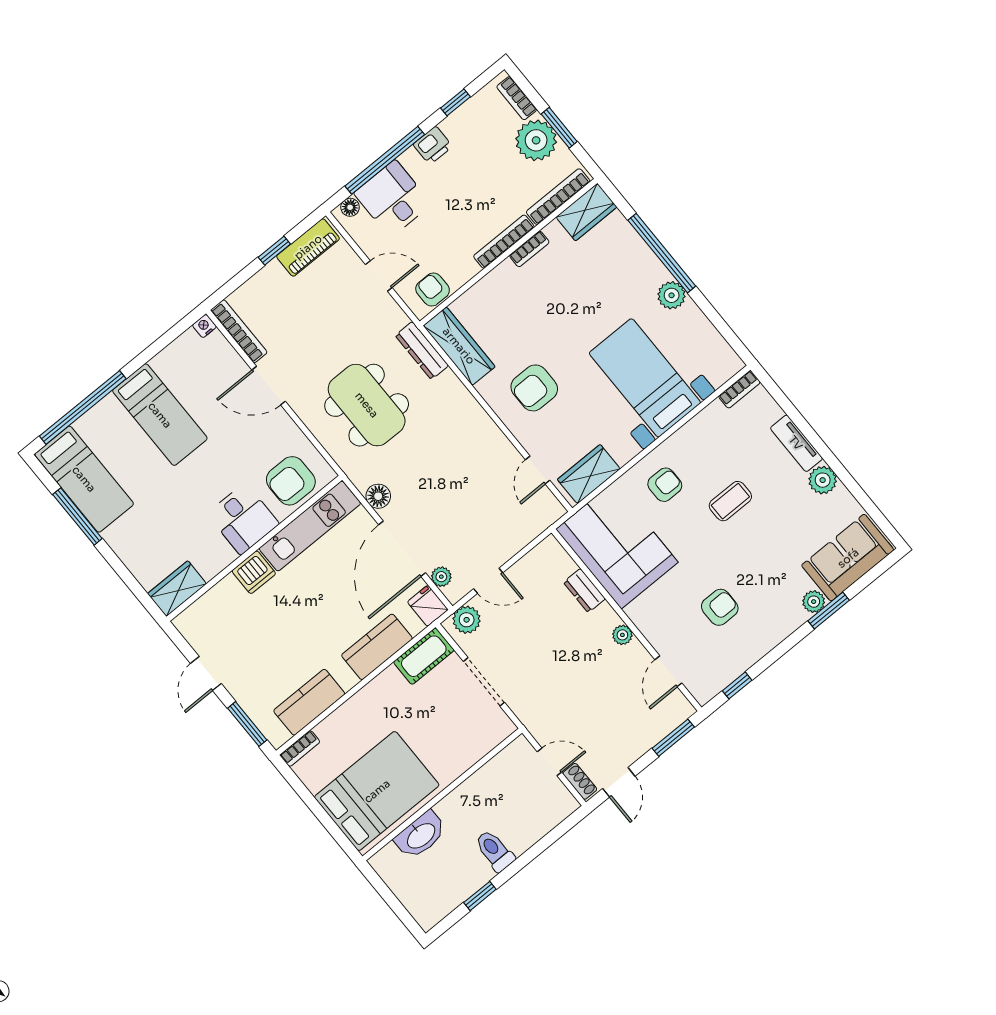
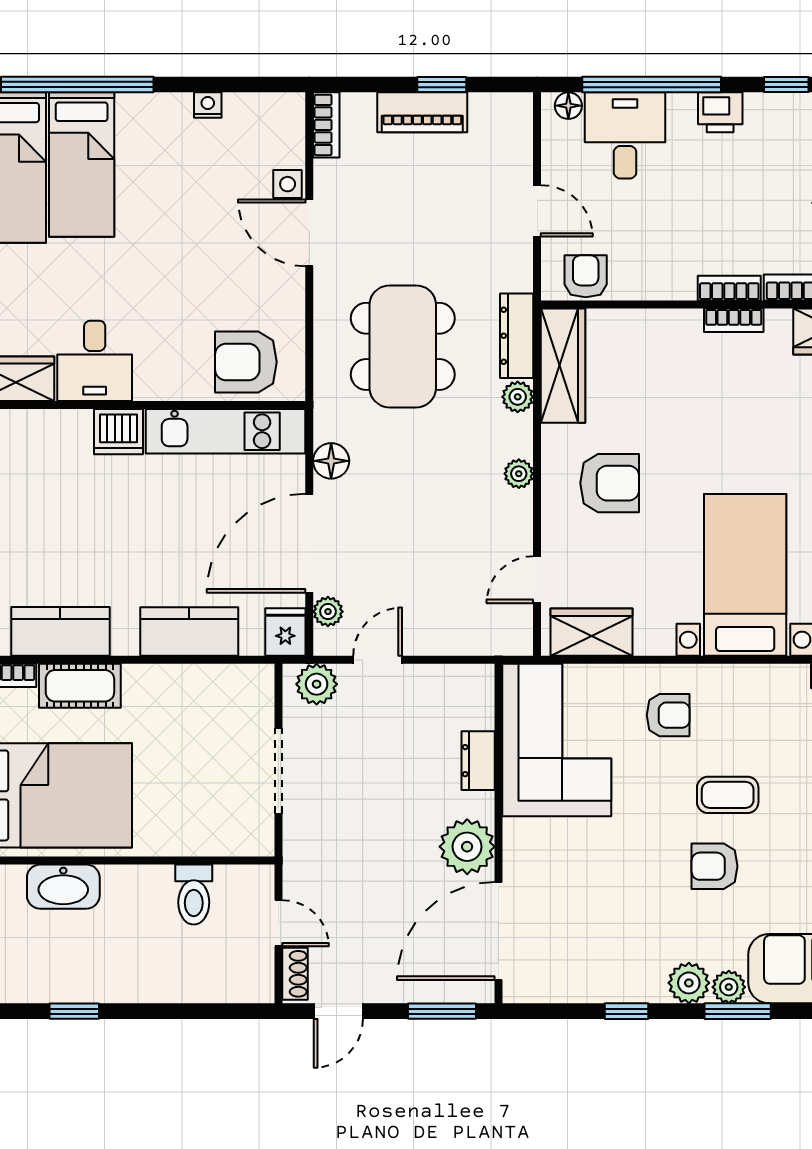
bookcase: (504, 242) -> (729, 288), width x0.64
piano: (308, 247) -> (422, 112), moved
nightstand: (204, 326) -> (208, 105), moved
bookcase: (239, 331) -> (326, 125), width x0.64
side table: (236, 369) -> (288, 184), added
plant: (449, 382) -> (518, 397), added
armchair: (534, 388) -> (610, 483), turned 180
bed: (160, 415) -> (82, 165), moved
plant: (482, 422) -> (519, 474), added
desk: (243, 519) -> (95, 361), moved
door: (488, 581) -> (378, 660), swing flipped
armchair: (720, 607) -> (715, 866), moved, turned 180
plant: (791, 617) -> (689, 983), added
plant: (622, 635) -> (467, 847), width x1.87, depth x1.87
cot: (424, 656) -> (80, 686), moved
door: (668, 671) -> (498, 931), width x1.87
window: (737, 685) -> (626, 1011), moved
toilet: (495, 851) -> (194, 895), moved, turned 180

